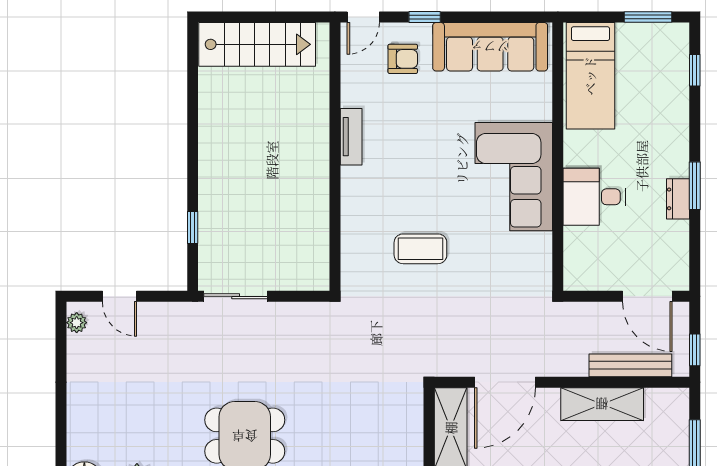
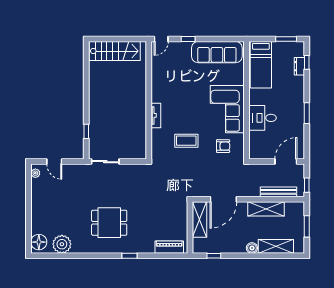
armchair: (403, 59) -> (223, 146), moved
tv unit: (351, 137) -> (156, 115), moved
dresser: (678, 199) -> (299, 66), moved
door: (647, 296) -> (286, 162), swing flipped

